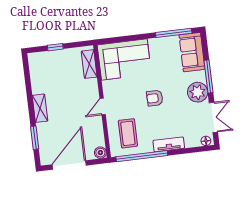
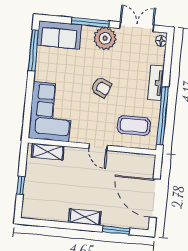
armchair: (155, 98) -> (101, 87), turned -66
boiler: (100, 153) -> (149, 161), removed

